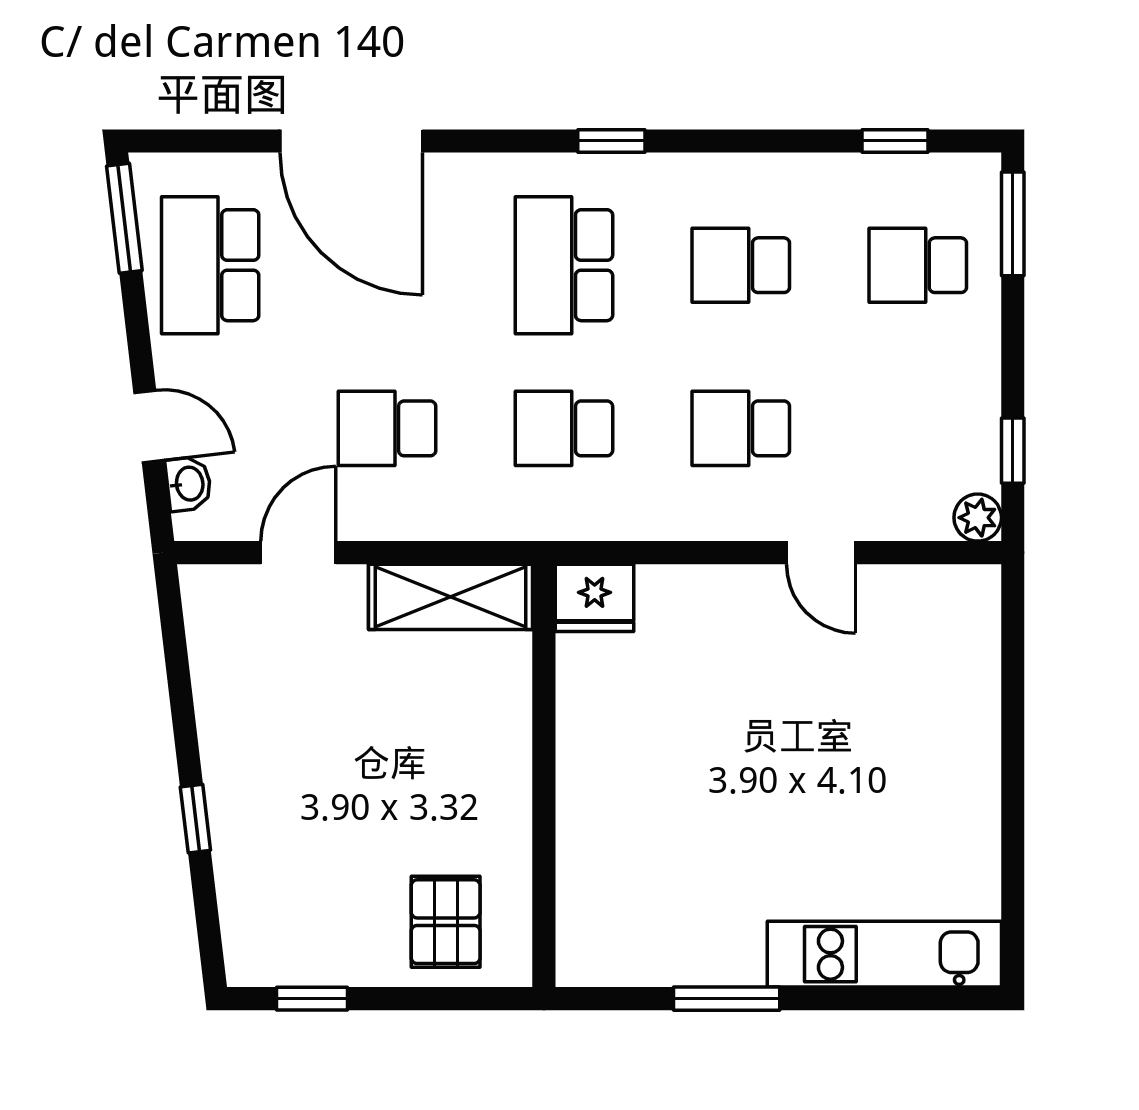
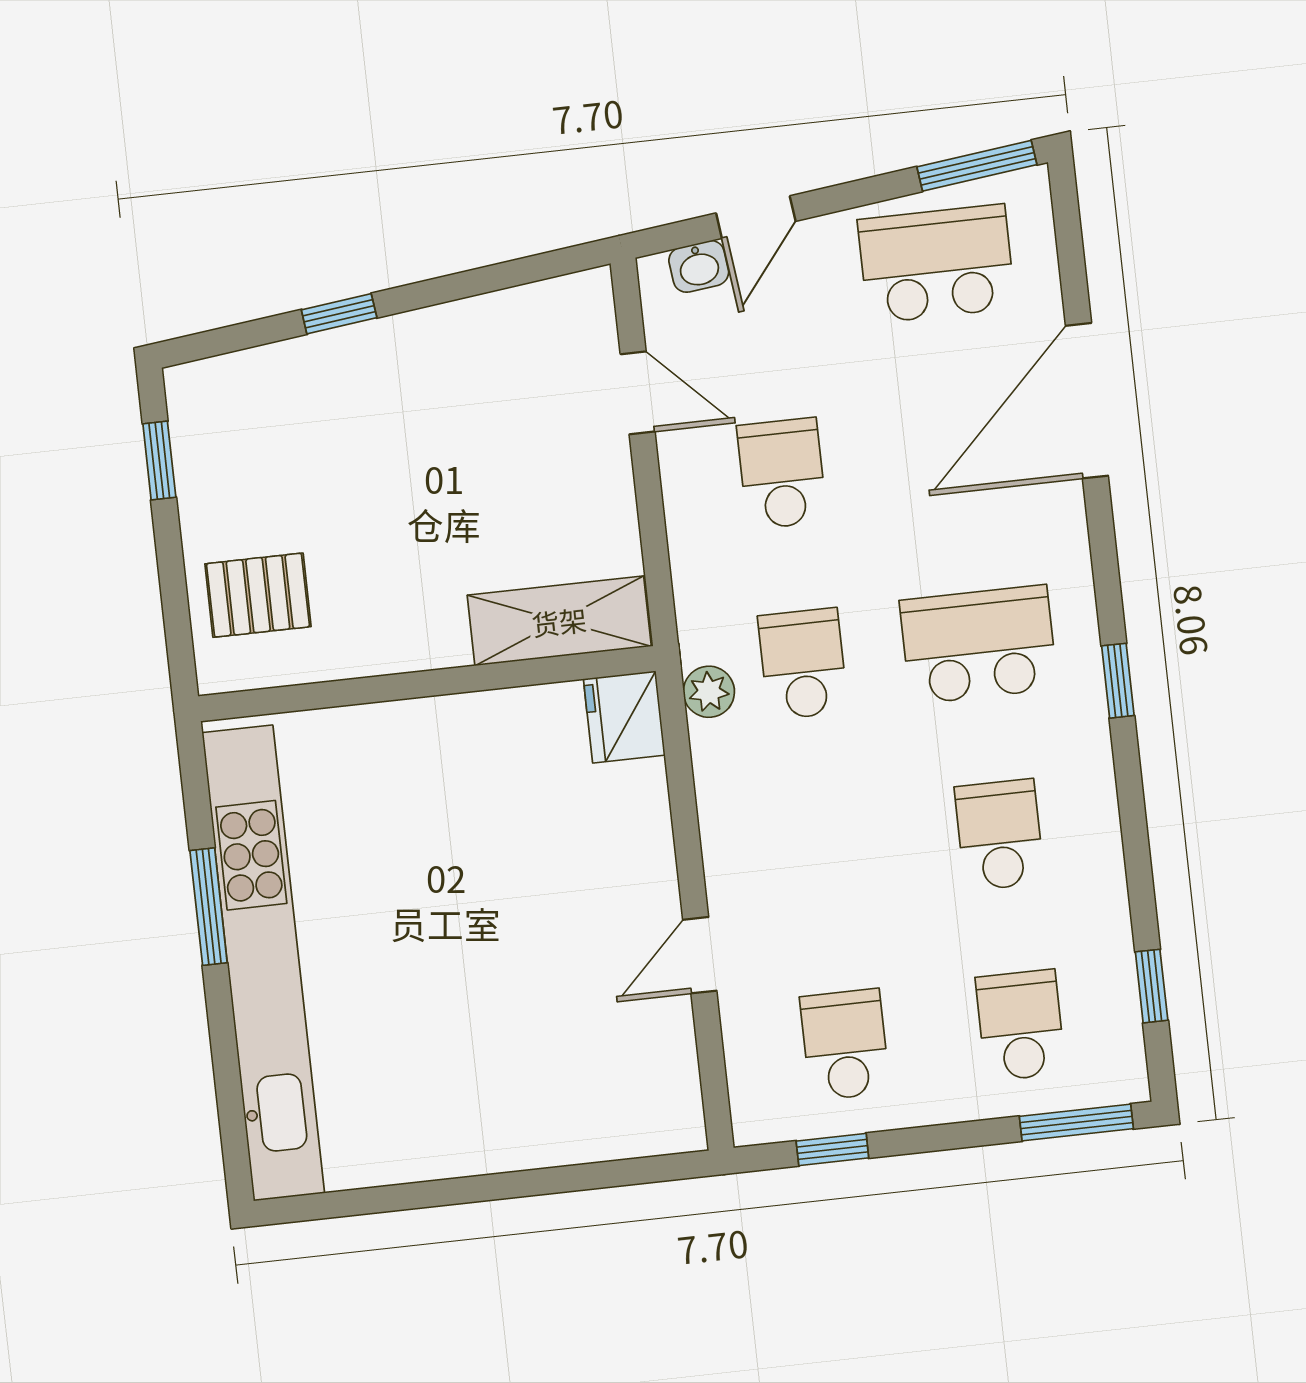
school desk: (741, 428) -> (845, 1045), moved
plant: (978, 518) -> (709, 692), moved
shelving: (450, 597) -> (559, 621), moved, turned 90
kitchen unit: (884, 954) -> (263, 963), width x1.86

